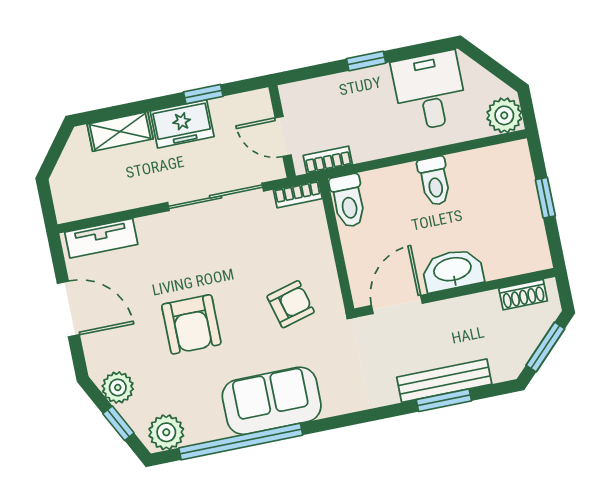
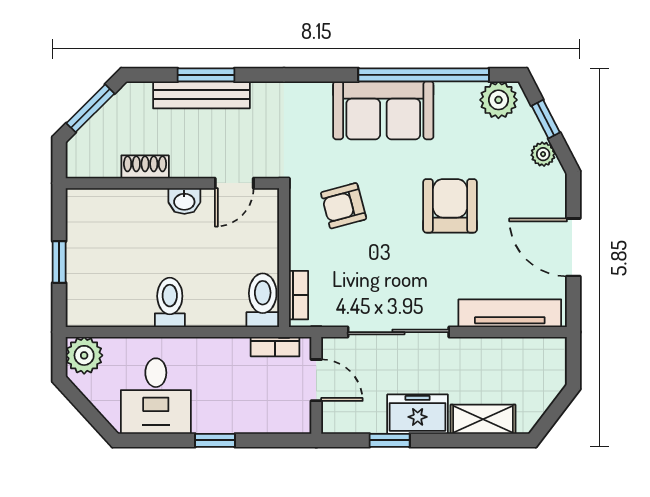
bookcase: (298, 194) -> (298, 295), moved, turned 90
tv unit: (101, 238) -> (510, 313), width x1.41
washbasin: (453, 270) -> (184, 201), width x0.52, depth x0.69
shoe rack: (523, 295) -> (145, 167), moved
door: (397, 304) -> (234, 183), width x0.73
plant: (118, 387) -> (543, 154), width x0.73, depth x0.73

